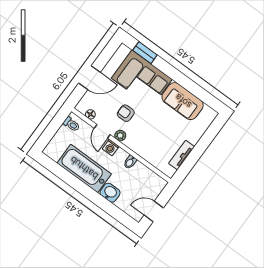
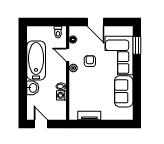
door: (102, 131) -> (68, 55), hinge flipped
washing machine: (111, 148) -> (61, 95), moved

